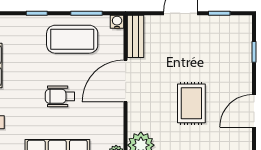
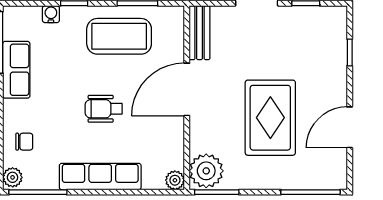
water cooler: (117, 22) -> (51, 14), moved
rug: (191, 103) -> (270, 118), width x1.36, depth x1.43

